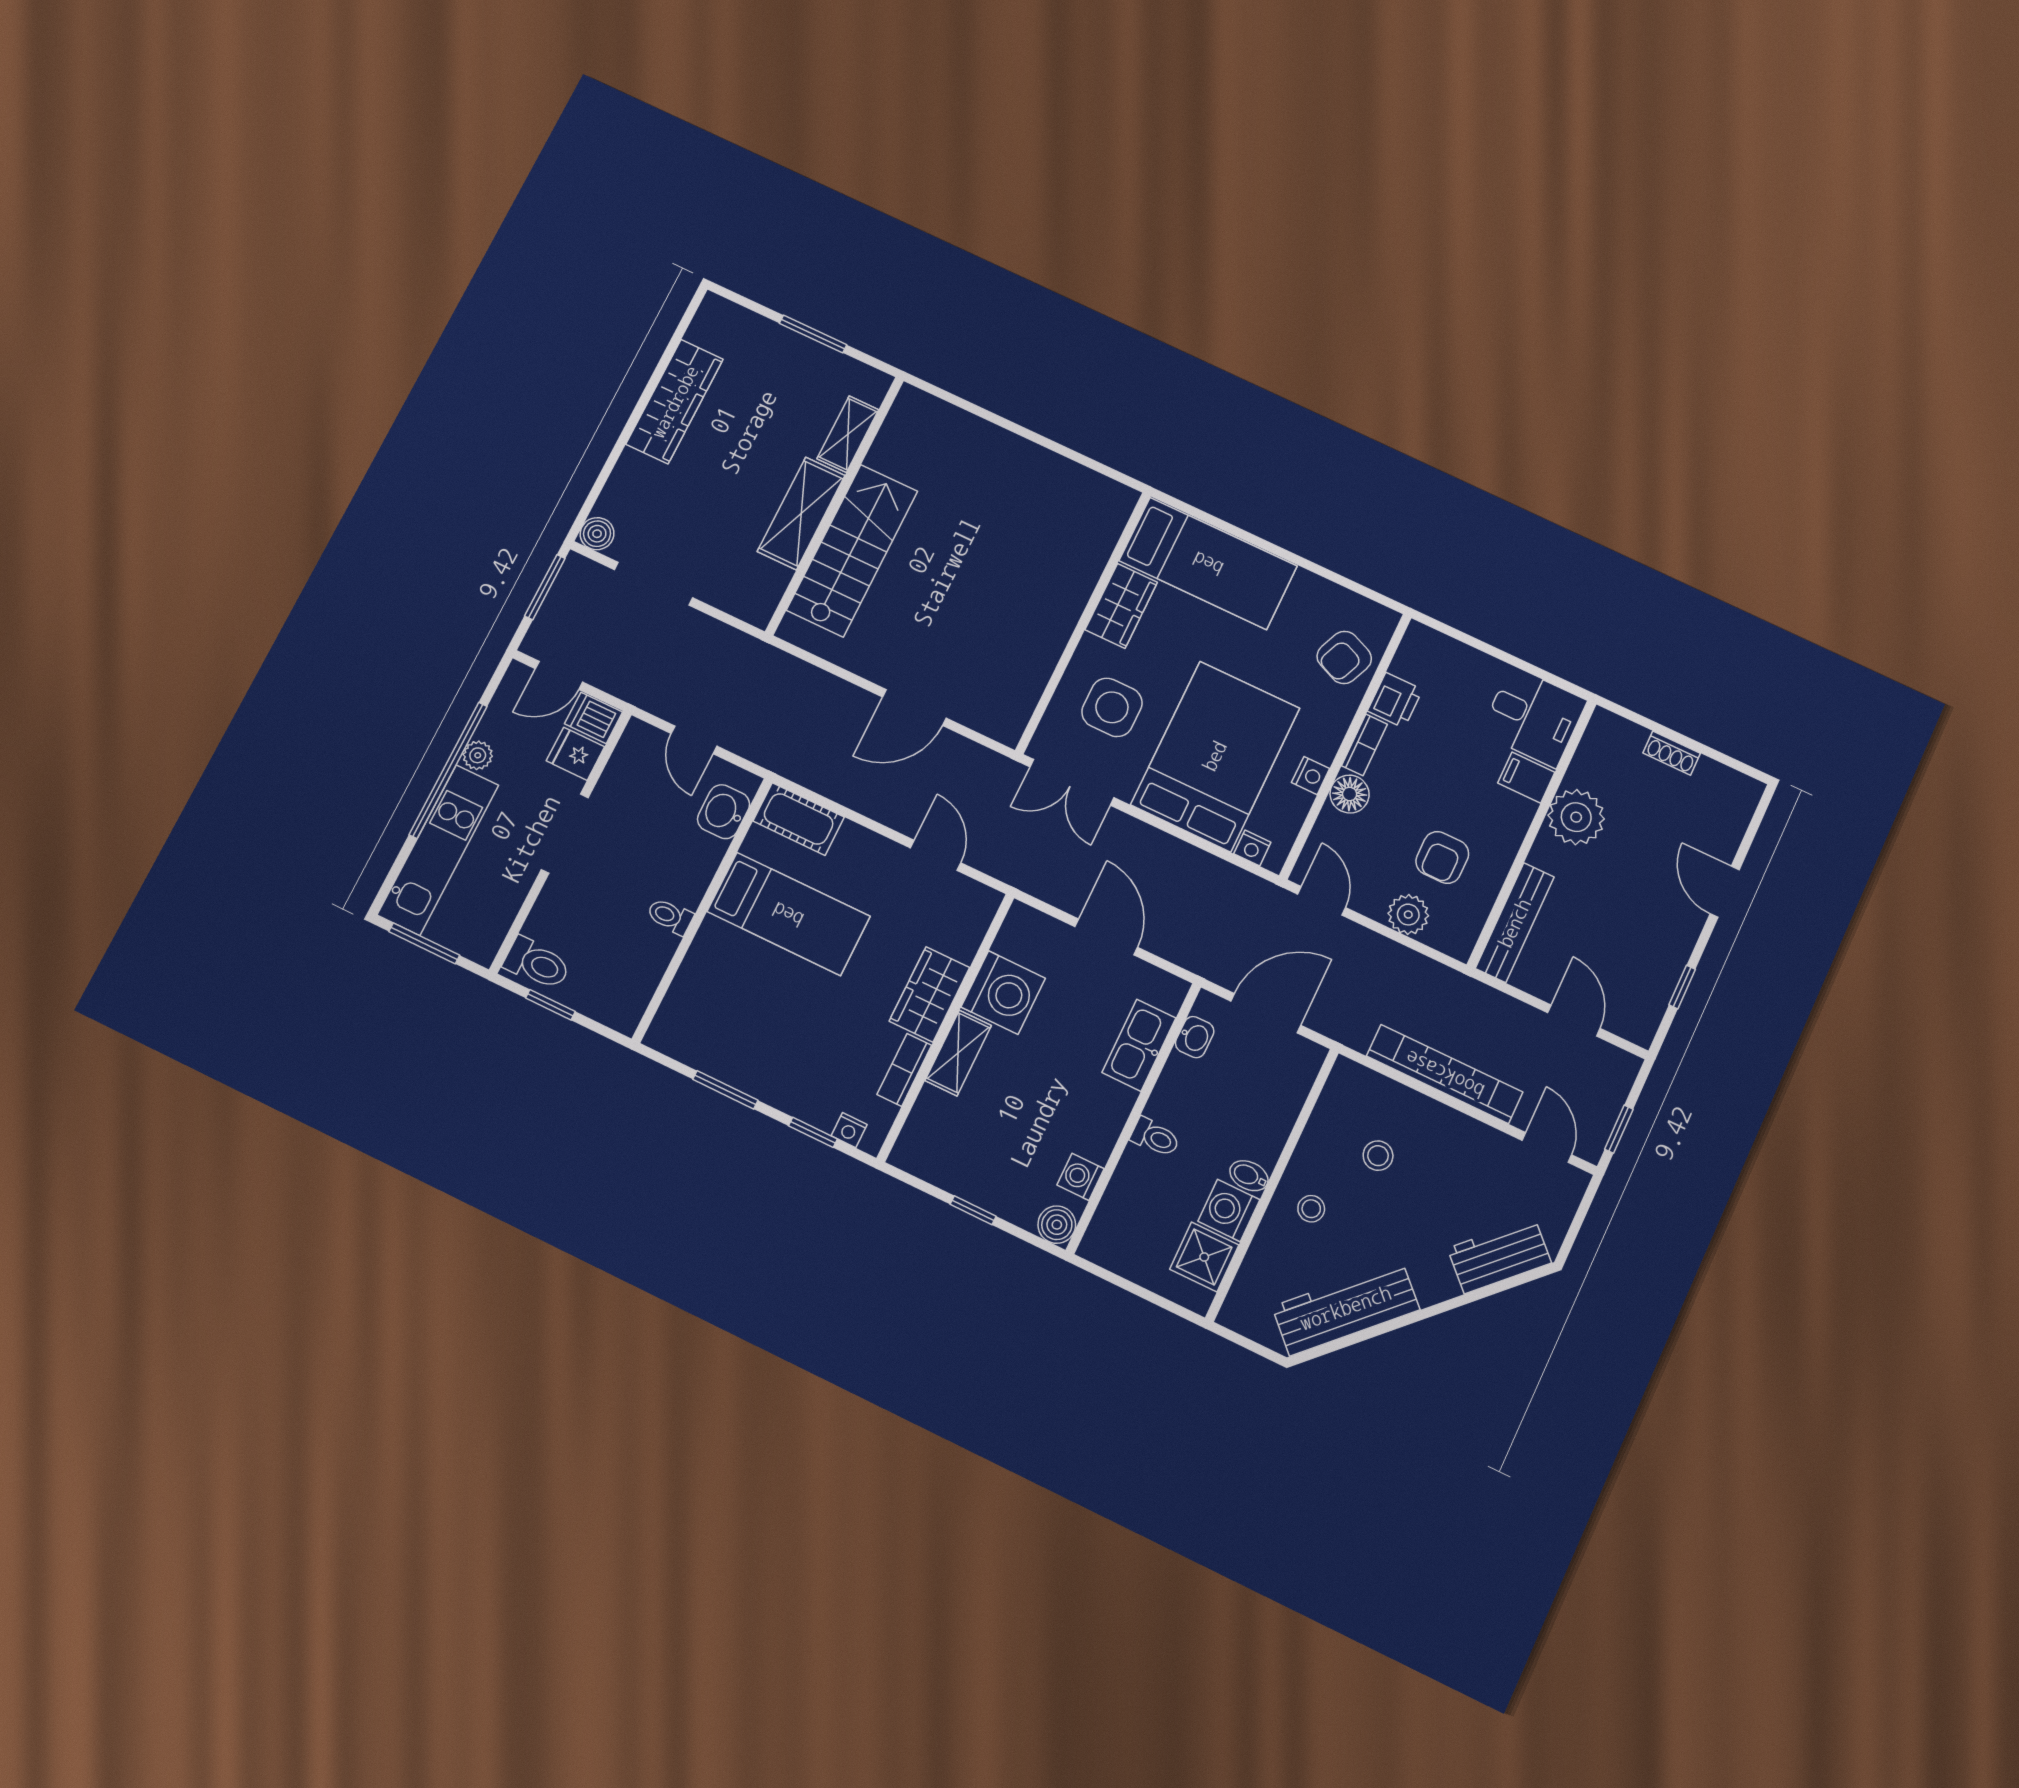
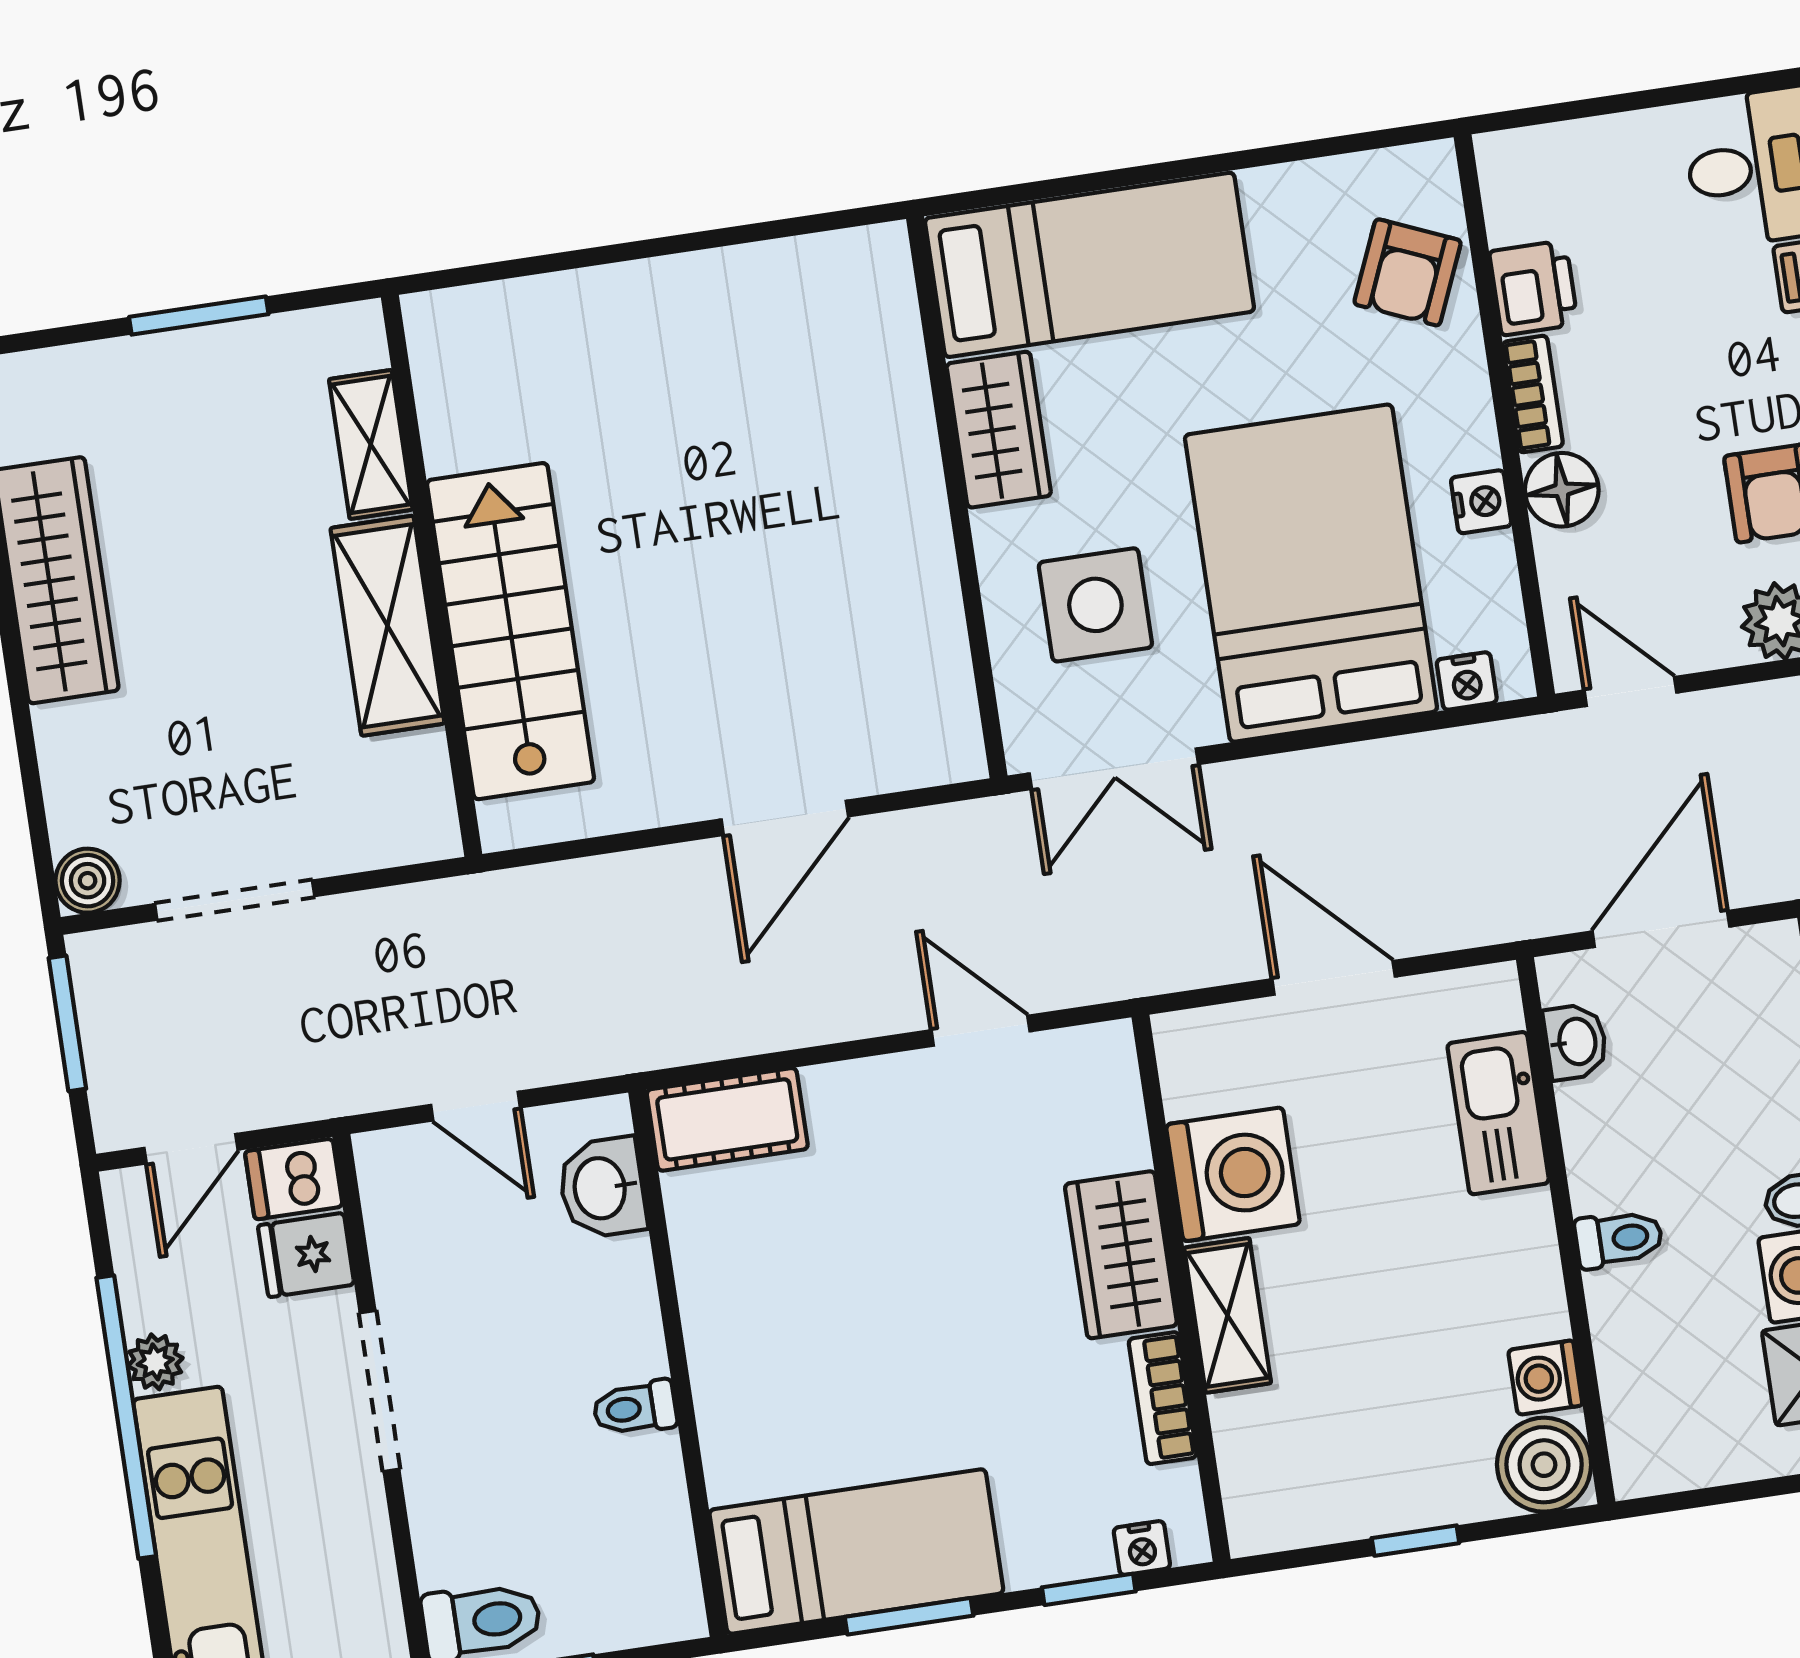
bed: (788, 914) -> (856, 1551), moved
boiler: (1057, 1225) -> (1544, 1465), width x1.36, depth x1.36

